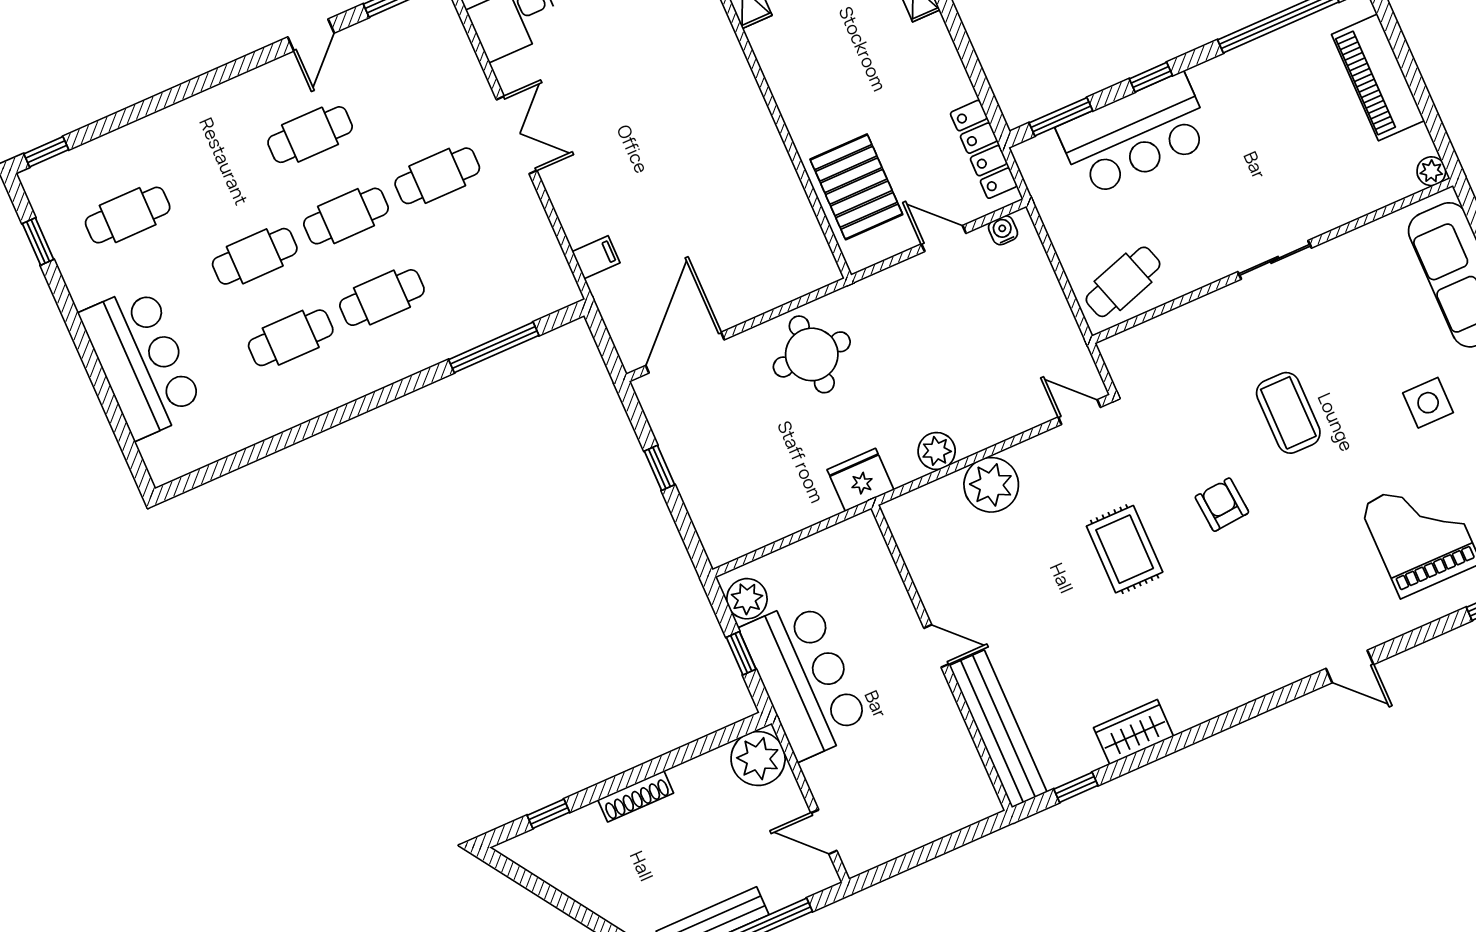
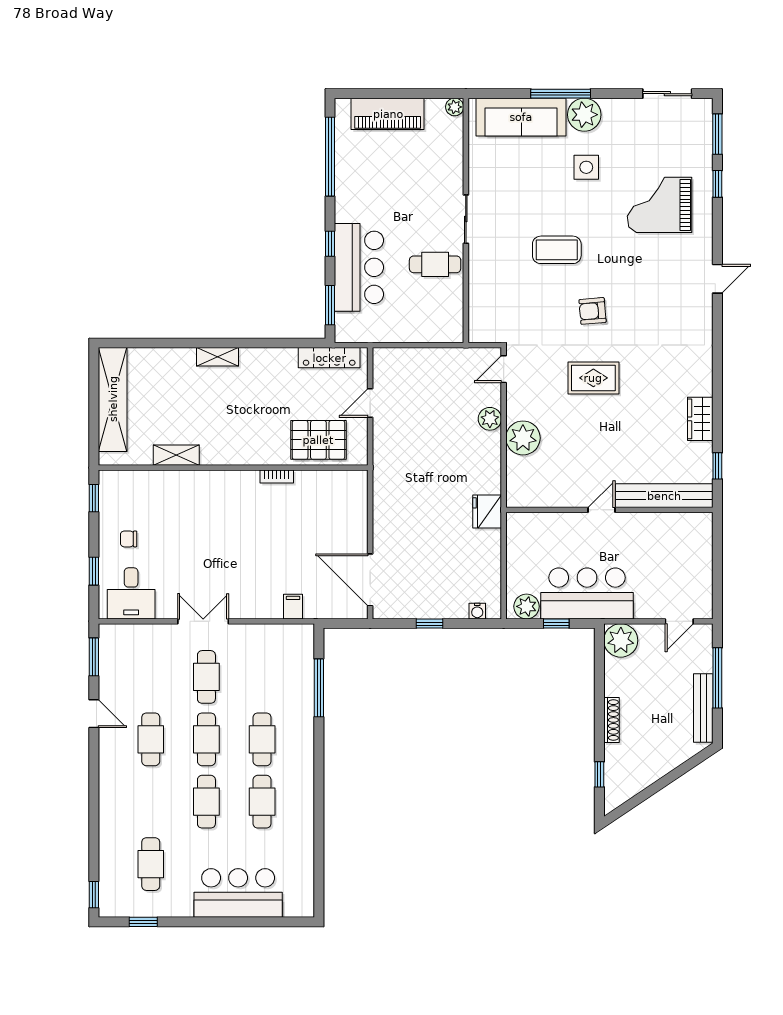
bookcase: (776, 150) -> (277, 477), added
water cooler: (1003, 230) -> (477, 611), moved, turned -90
cafe table: (1123, 282) -> (435, 264), moved, turned -72
round table: (812, 354) -> (403, 508), removed
plant: (937, 451) -> (490, 419), moved

